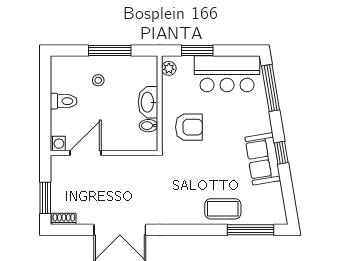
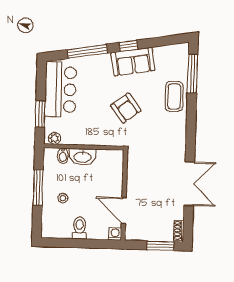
window: (271, 88) -> (87, 51), moved
bidet: (148, 126) -> (63, 156), moved
armchair: (189, 127) -> (126, 108), moved, turned 143

